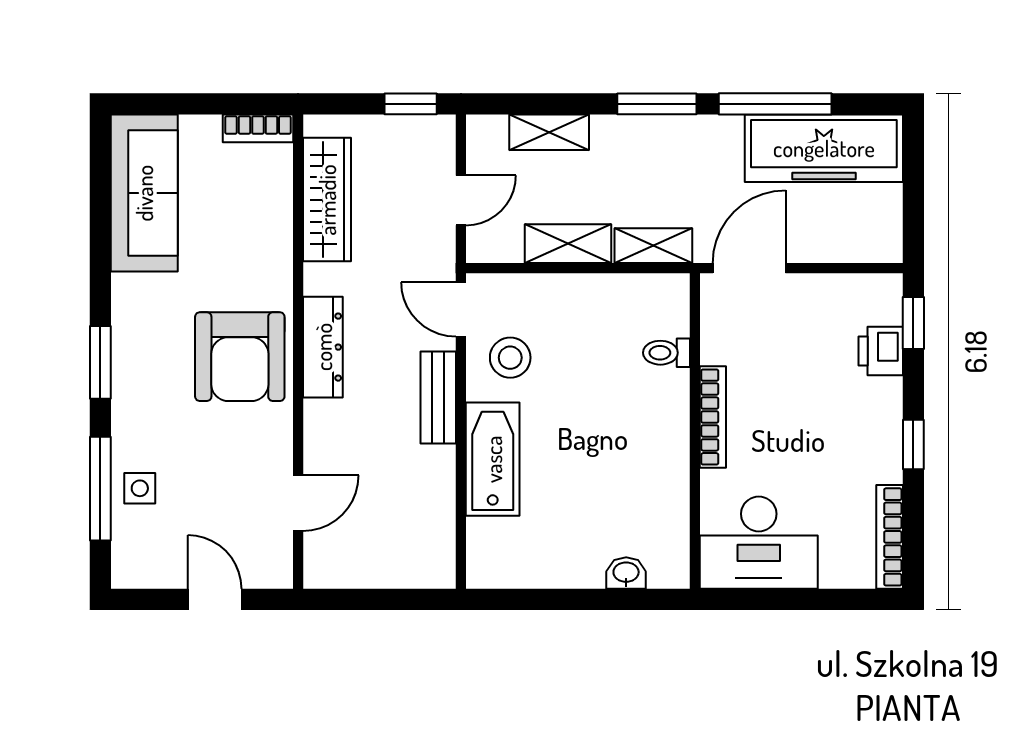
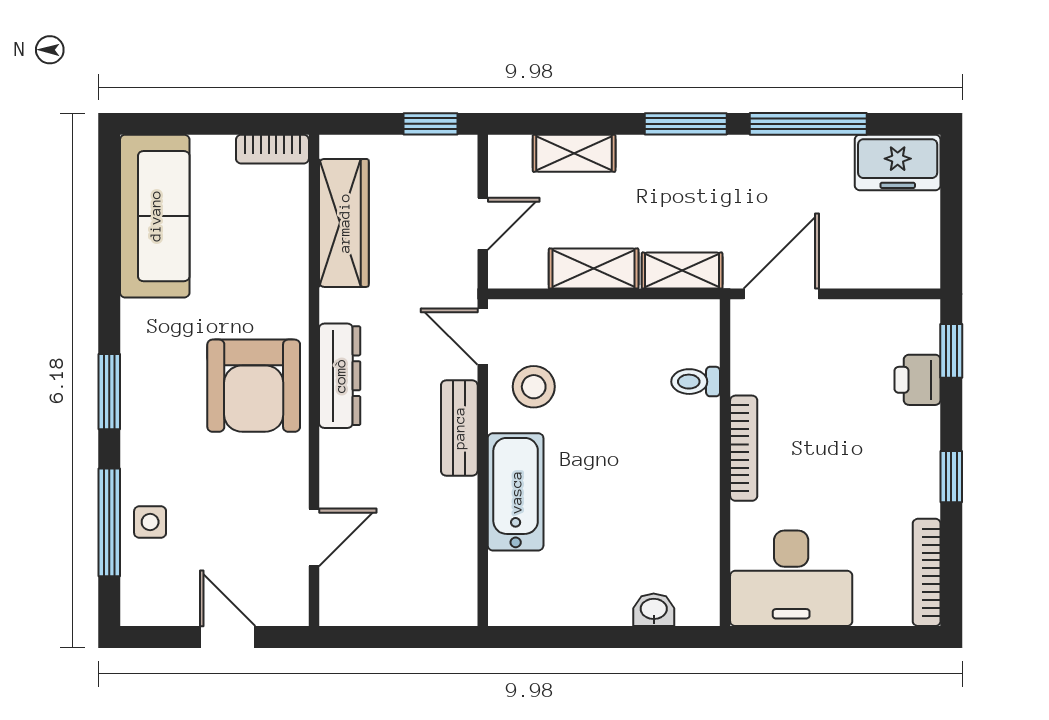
freezer: (824, 148) -> (898, 163), width x0.52, depth x0.79

